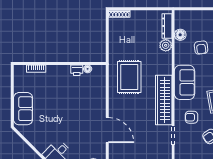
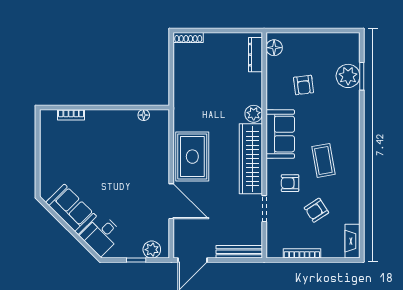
floor lamp: (180, 35) -> (274, 48), moved
plant: (166, 45) -> (254, 114), moved
printer: (77, 70) -> (128, 117), removed
rug: (129, 77) -> (192, 157), moved
sofa: (23, 109) -> (71, 209), moved, turned -45

